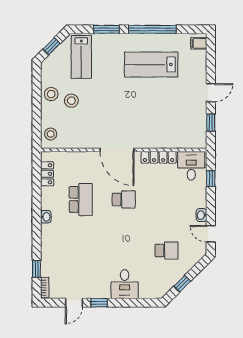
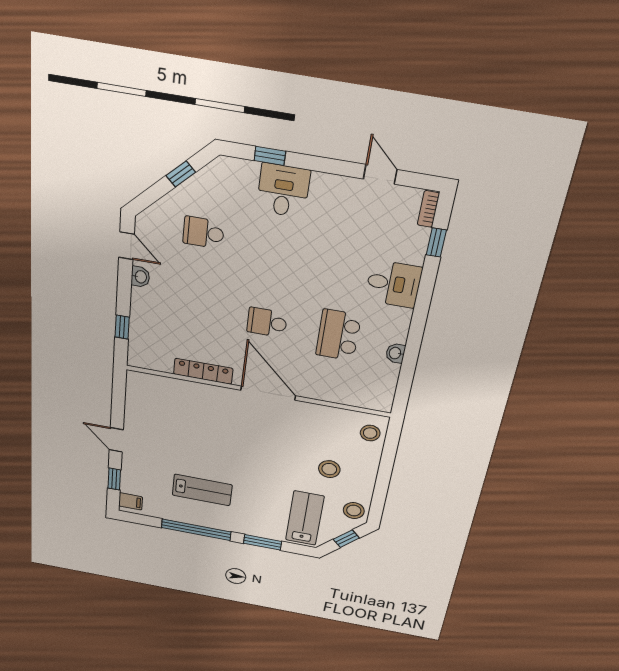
lab bench: (151, 65) -> (202, 490), width x0.73, depth x0.72
door: (211, 93) -> (116, 440), hinge flipped
stool: (51, 94) -> (354, 511), moved
window: (211, 123) -> (114, 479), moved
desk: (191, 166) -> (393, 284), moved, turned -90
locker: (47, 174) -> (387, 381), removed
washbasin: (46, 217) -> (395, 353), moved
door: (74, 303) -> (380, 174), hinge flipped
window: (99, 303) -> (270, 156), moved

